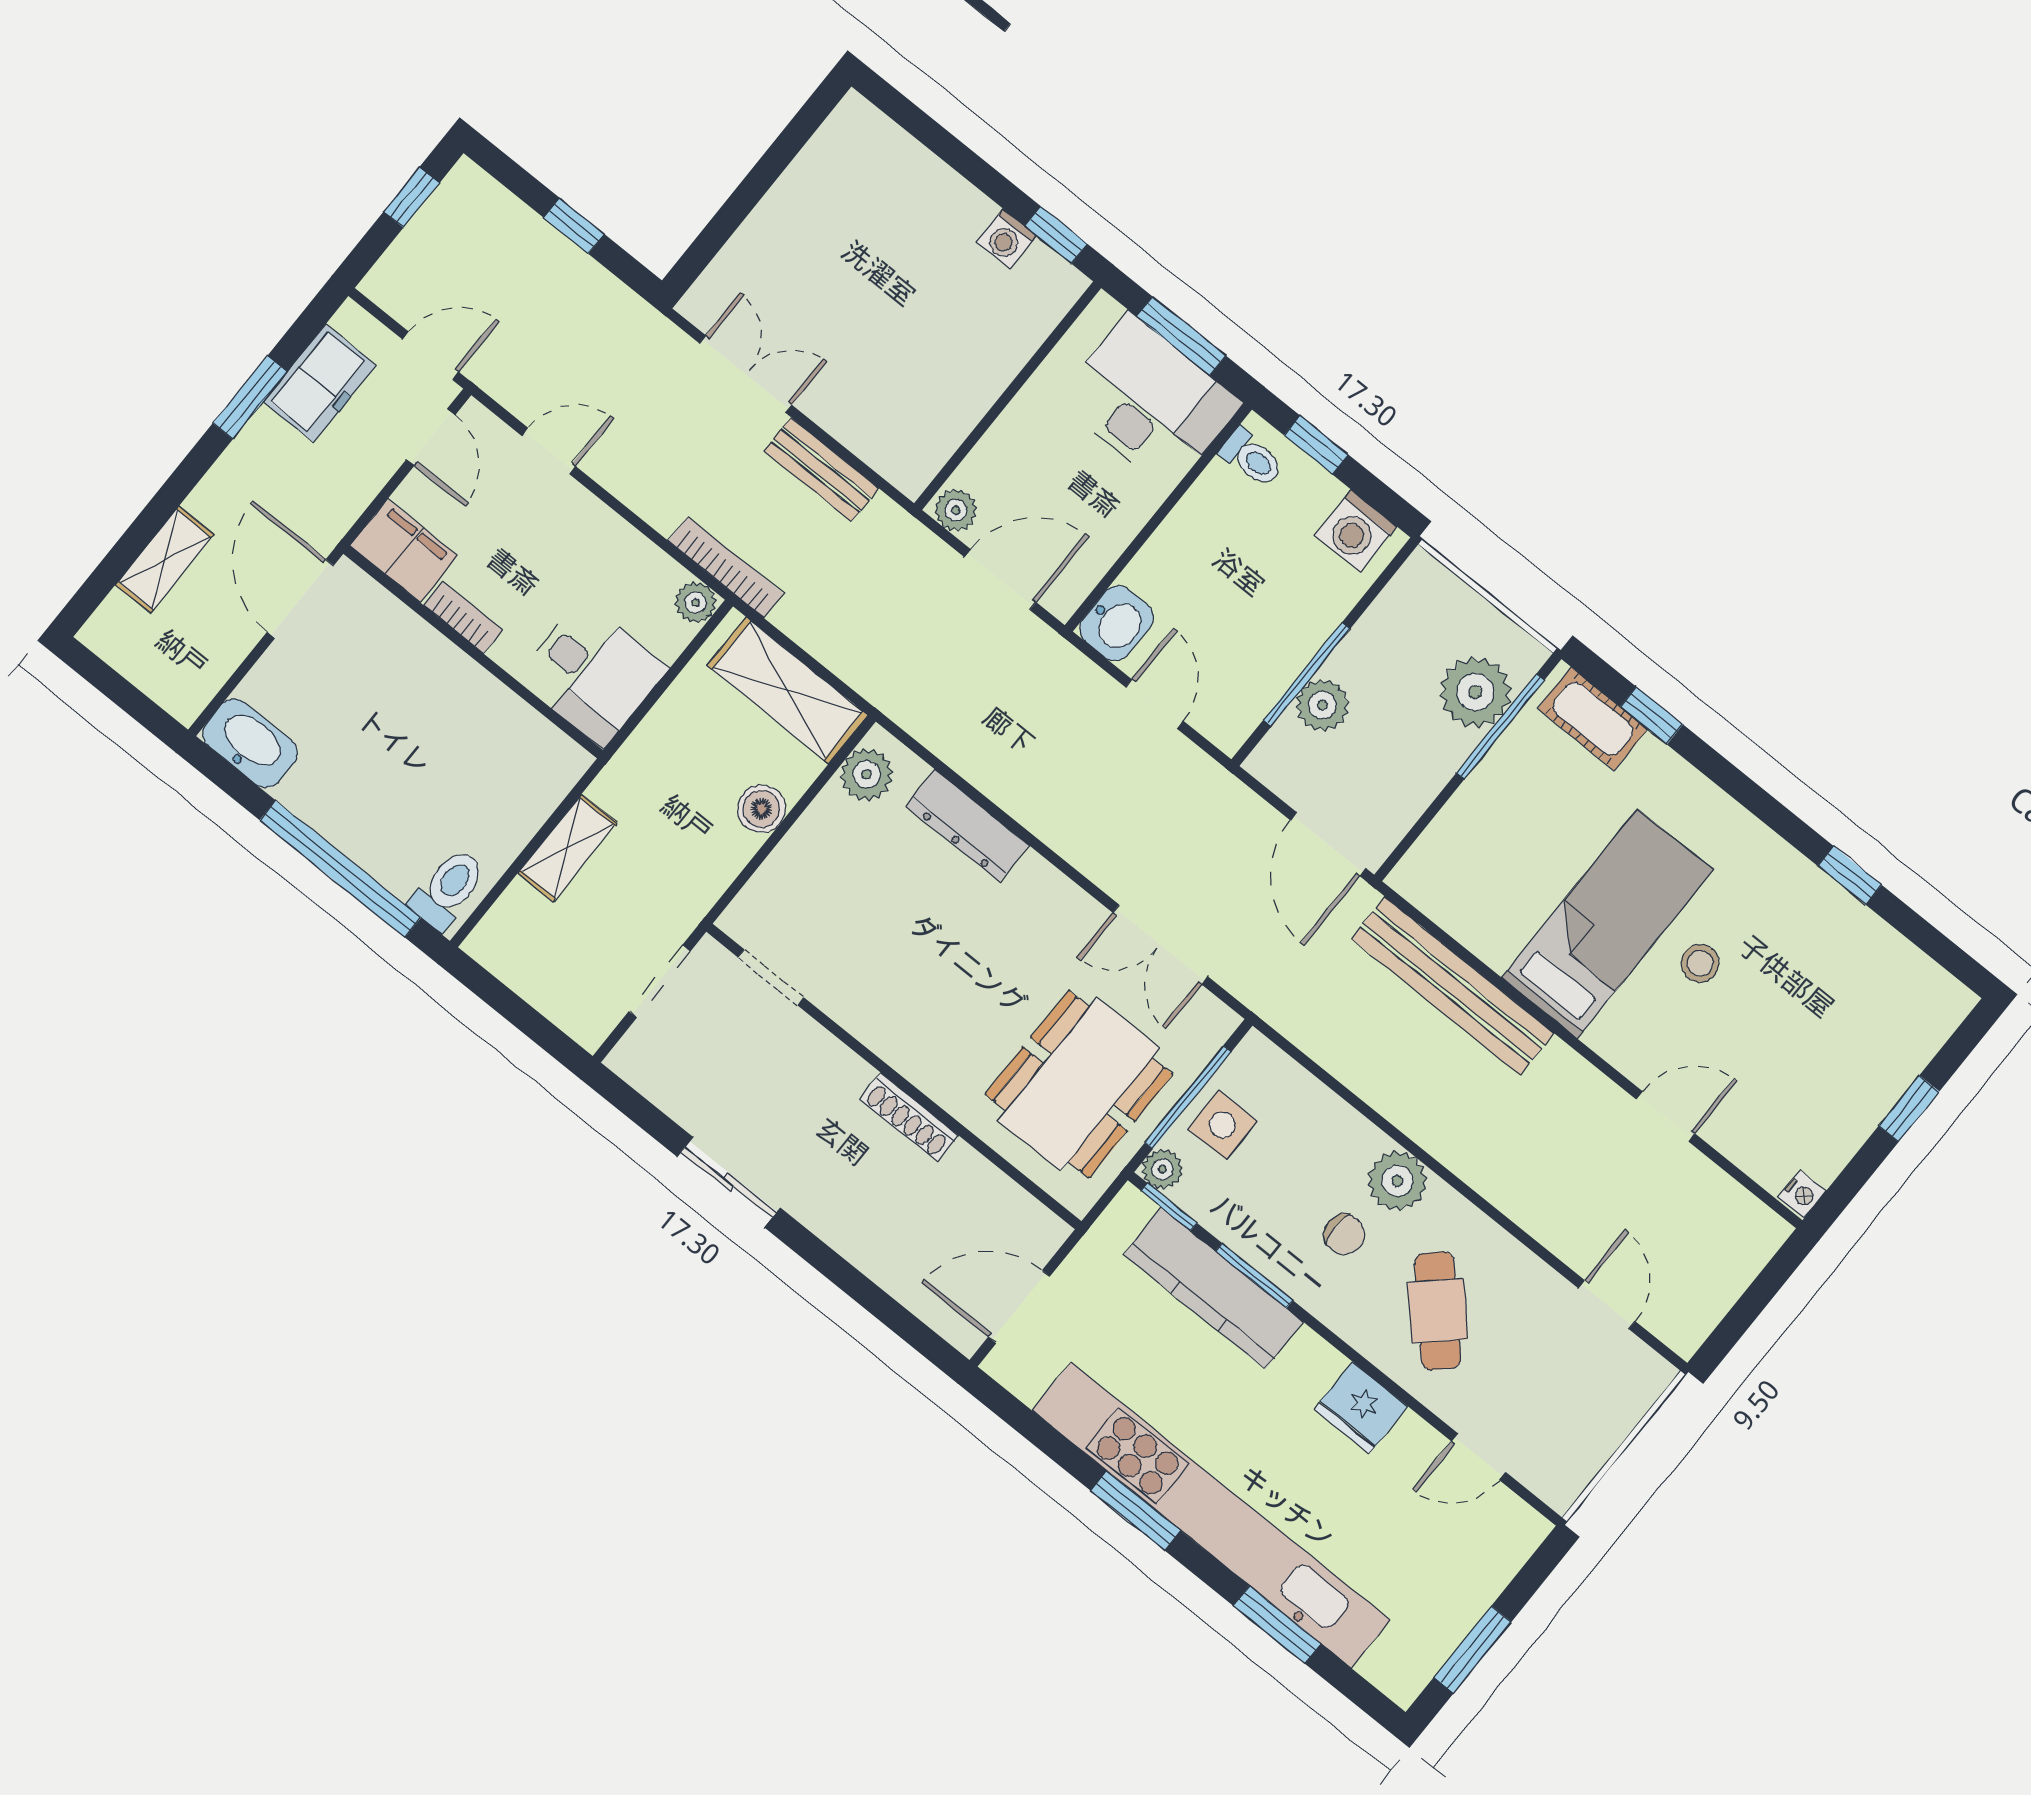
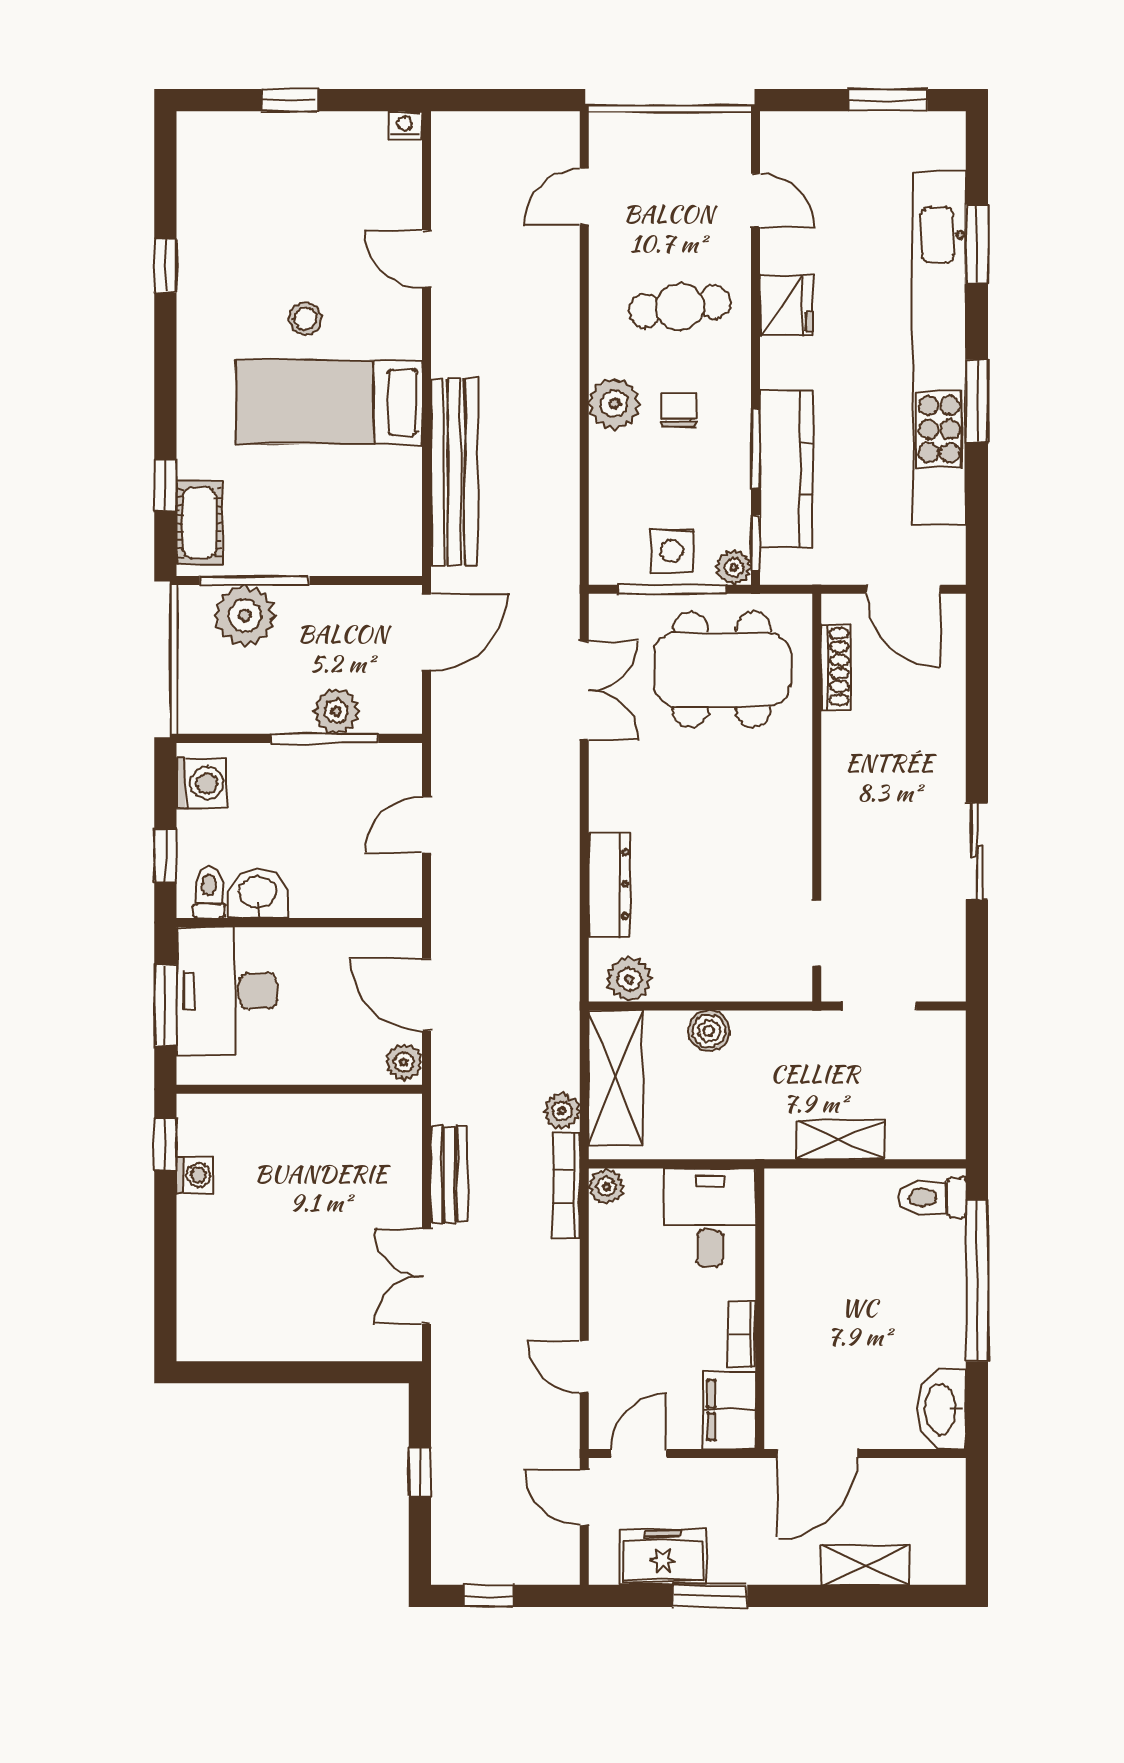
plant: (797, 617) -> (562, 1111), added
washbasin: (1117, 623) -> (258, 893), moved
shoe rack: (909, 1117) -> (836, 667), moved
cafe table: (1438, 1311) -> (680, 306), turned 36

